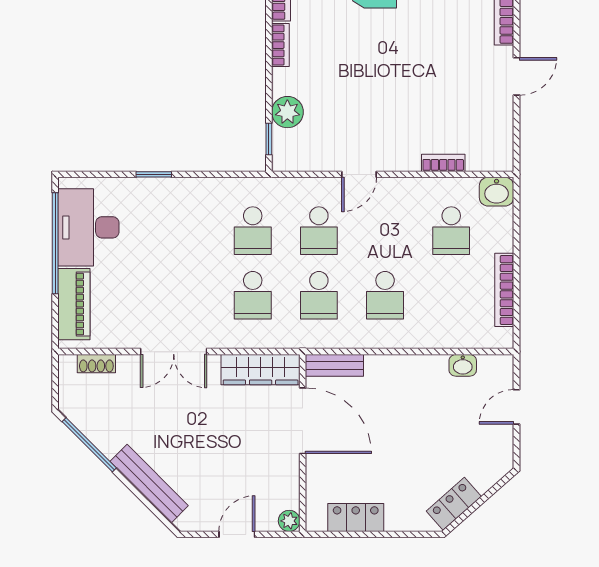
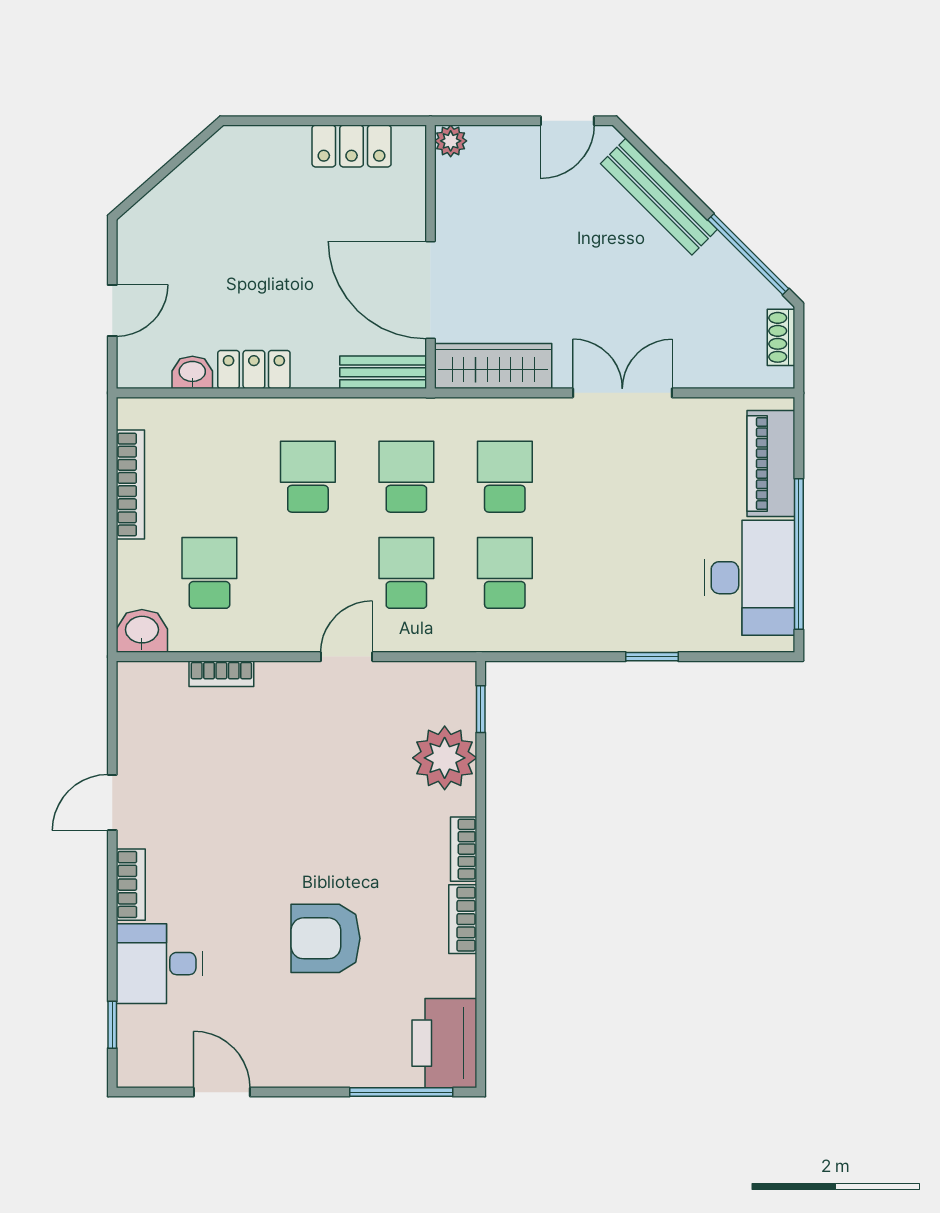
plant: (287, 112) -> (445, 758), width x1.36, depth x1.36
shoe rack: (96, 364) -> (781, 337), moved, turned -90
locker: (454, 504) -> (254, 369), moved, turned -139
door: (237, 534) -> (567, 121), moved

